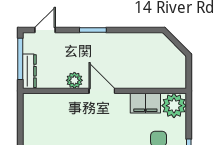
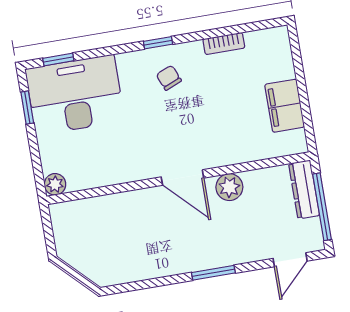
filing cabinet: (145, 103) -> (285, 106), moved, turned -90
plant: (174, 106) -> (55, 184), width x0.53, depth x0.53

